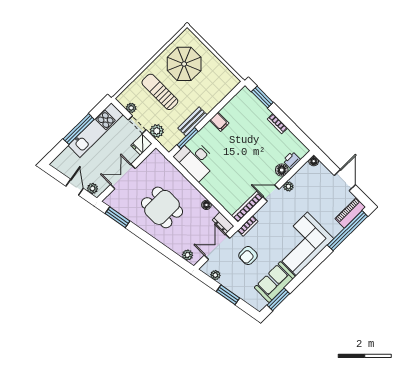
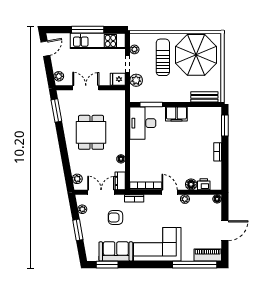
parasol: (184, 64) -> (196, 55), width x1.36, depth x1.36
bench: (192, 121) -> (204, 97), moved
filing cabinet: (219, 122) -> (176, 114), width x2.00
door: (75, 187) -> (45, 49), moved

